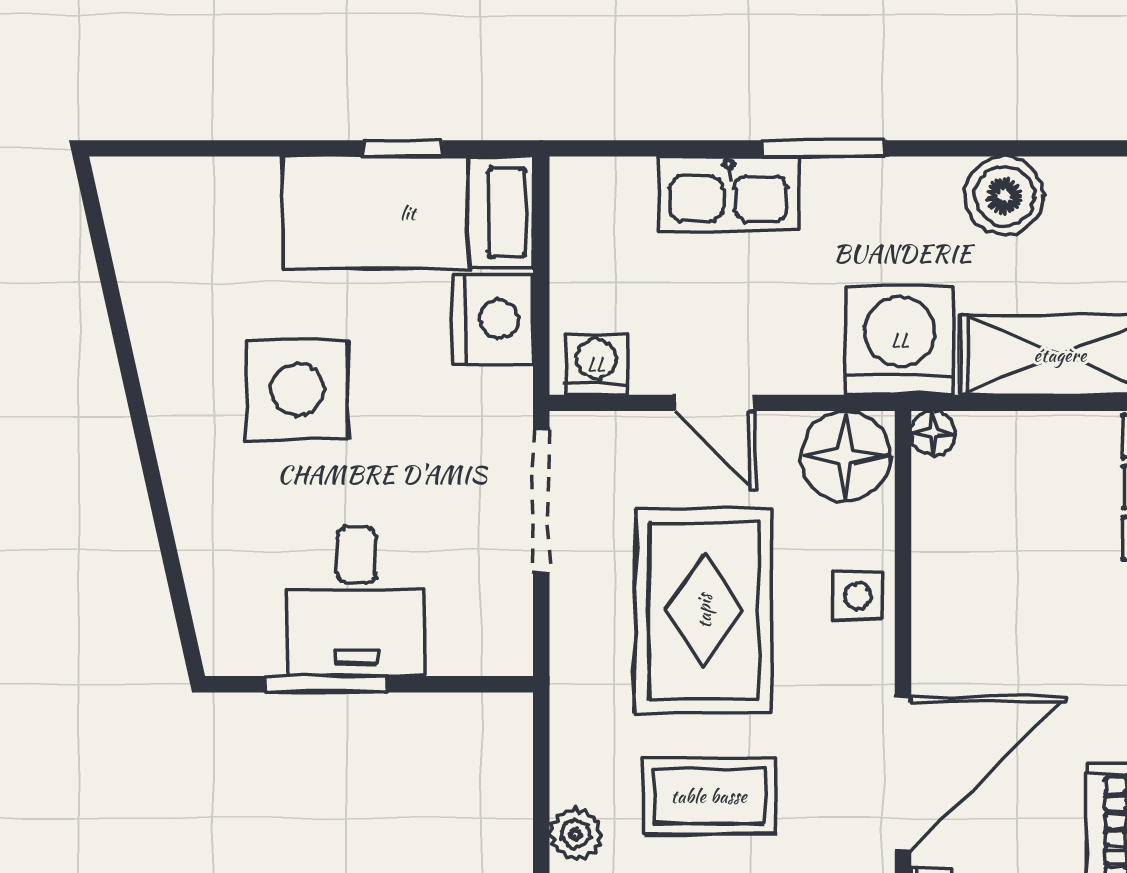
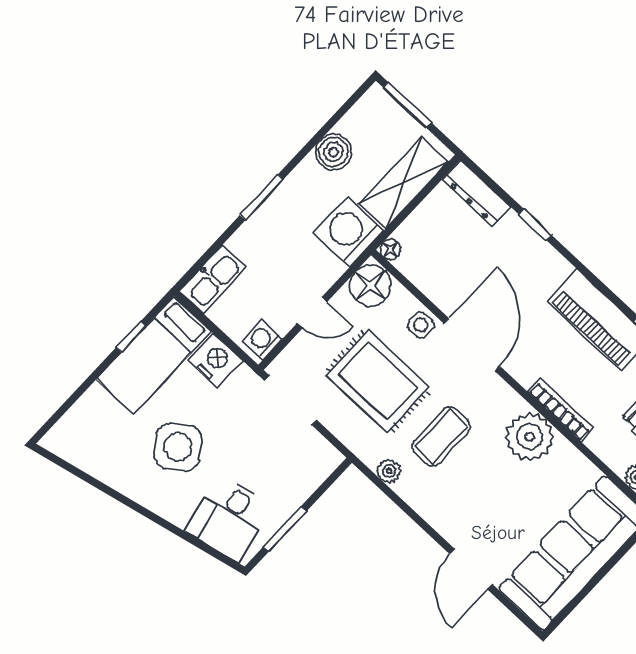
kitchen sink: (729, 193) -> (213, 279), moved
side table: (297, 390) -> (178, 447), turned -35
desk: (356, 602) -> (229, 518), moved, turned 77
door: (903, 774) -> (472, 345), moved
plant: (576, 834) -> (389, 471), moved

